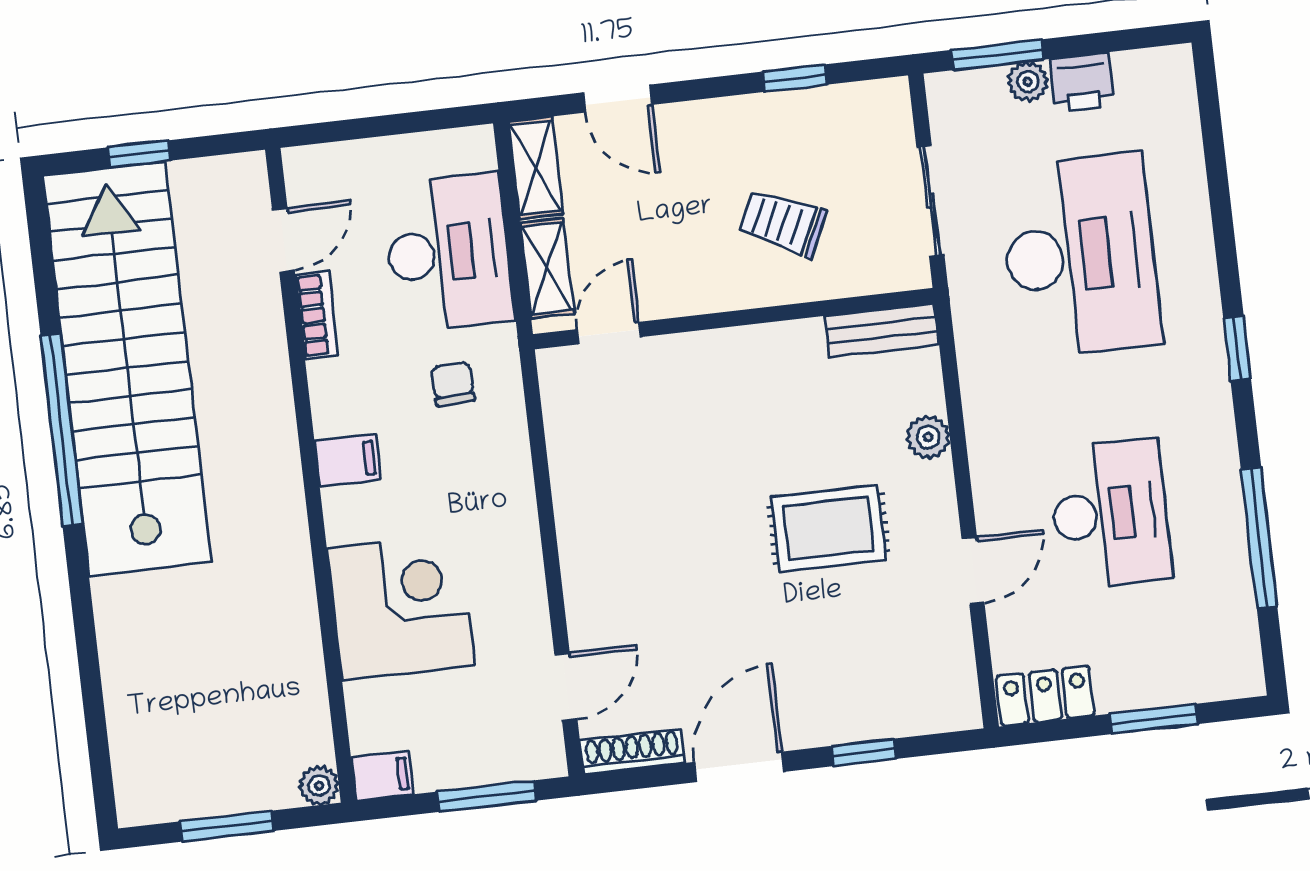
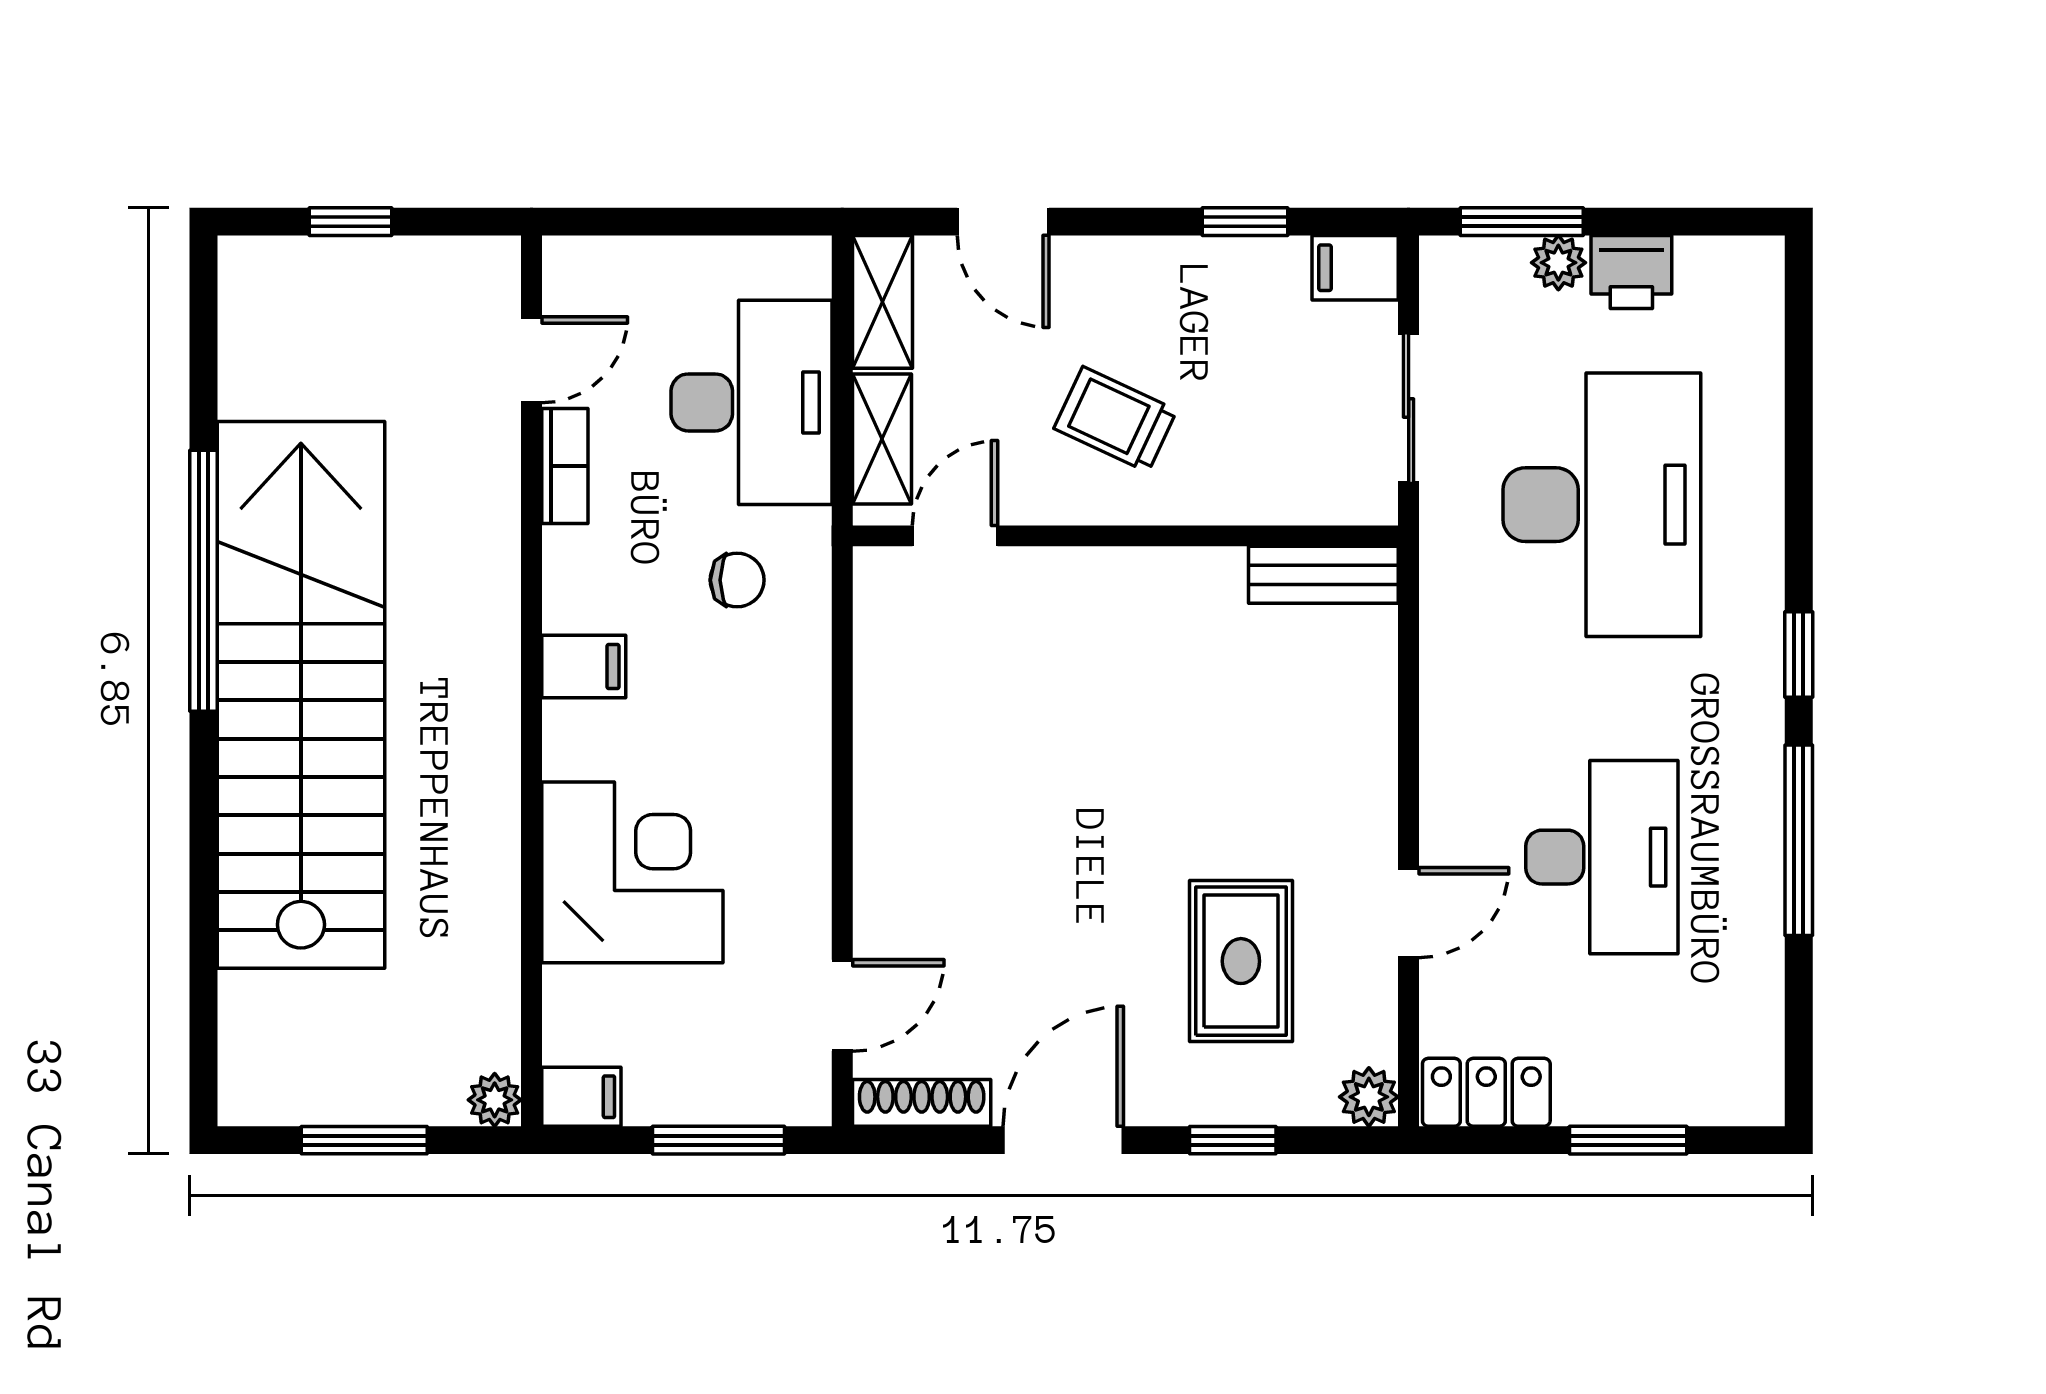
filing cabinet: (879, 103) -> (1355, 268), added
trolley: (783, 223) -> (1115, 419), moved
stairs: (127, 369) -> (301, 695), moved
chair: (453, 384) -> (737, 580), turned 92
plant: (928, 437) -> (1369, 1097), moved
rug: (829, 529) -> (1241, 961), moved, turned 90
window: (1259, 538) -> (1799, 840), moved

